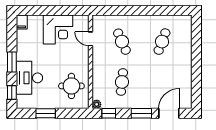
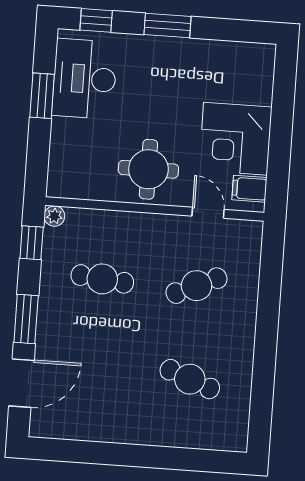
filing cabinet: (22, 22) -> (249, 189), moved
door: (90, 39) -> (208, 213), hinge flipped
desk: (29, 78) -> (85, 79), moved, turned -90
round table: (71, 86) -> (148, 169), moved
door: (169, 113) -> (21, 383), hinge flipped

